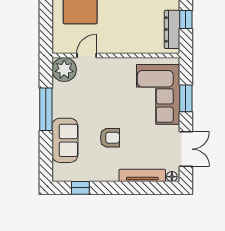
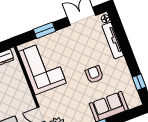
corner sofa: (158, 94) -> (42, 67), moved, turned -90

